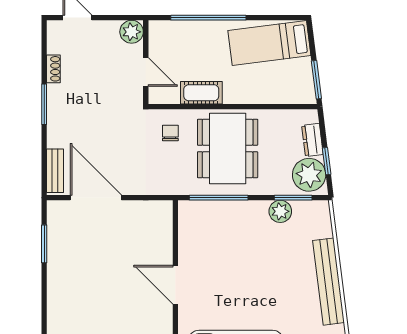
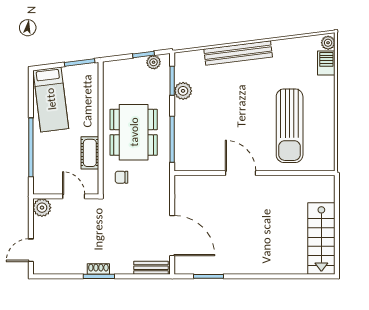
shoe rack: (53, 69) -> (98, 269), moved
door: (146, 72) -> (74, 196), hinge flipped
dresser: (312, 140) -> (127, 66), removed
dining table: (228, 148) -> (134, 132), turned 90
plant: (309, 175) -> (154, 62), width x0.53, depth x0.53
door: (96, 198) -> (172, 236), swing flipped
door: (175, 285) -> (241, 173), swing flipped

